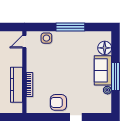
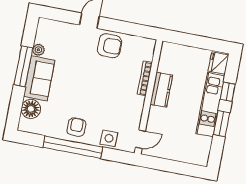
window: (70, 27) -> (73, 147), width x1.46
armchair: (70, 41) -> (76, 127), added
kitchen counter: (16, 85) -> (161, 90), width x0.67

